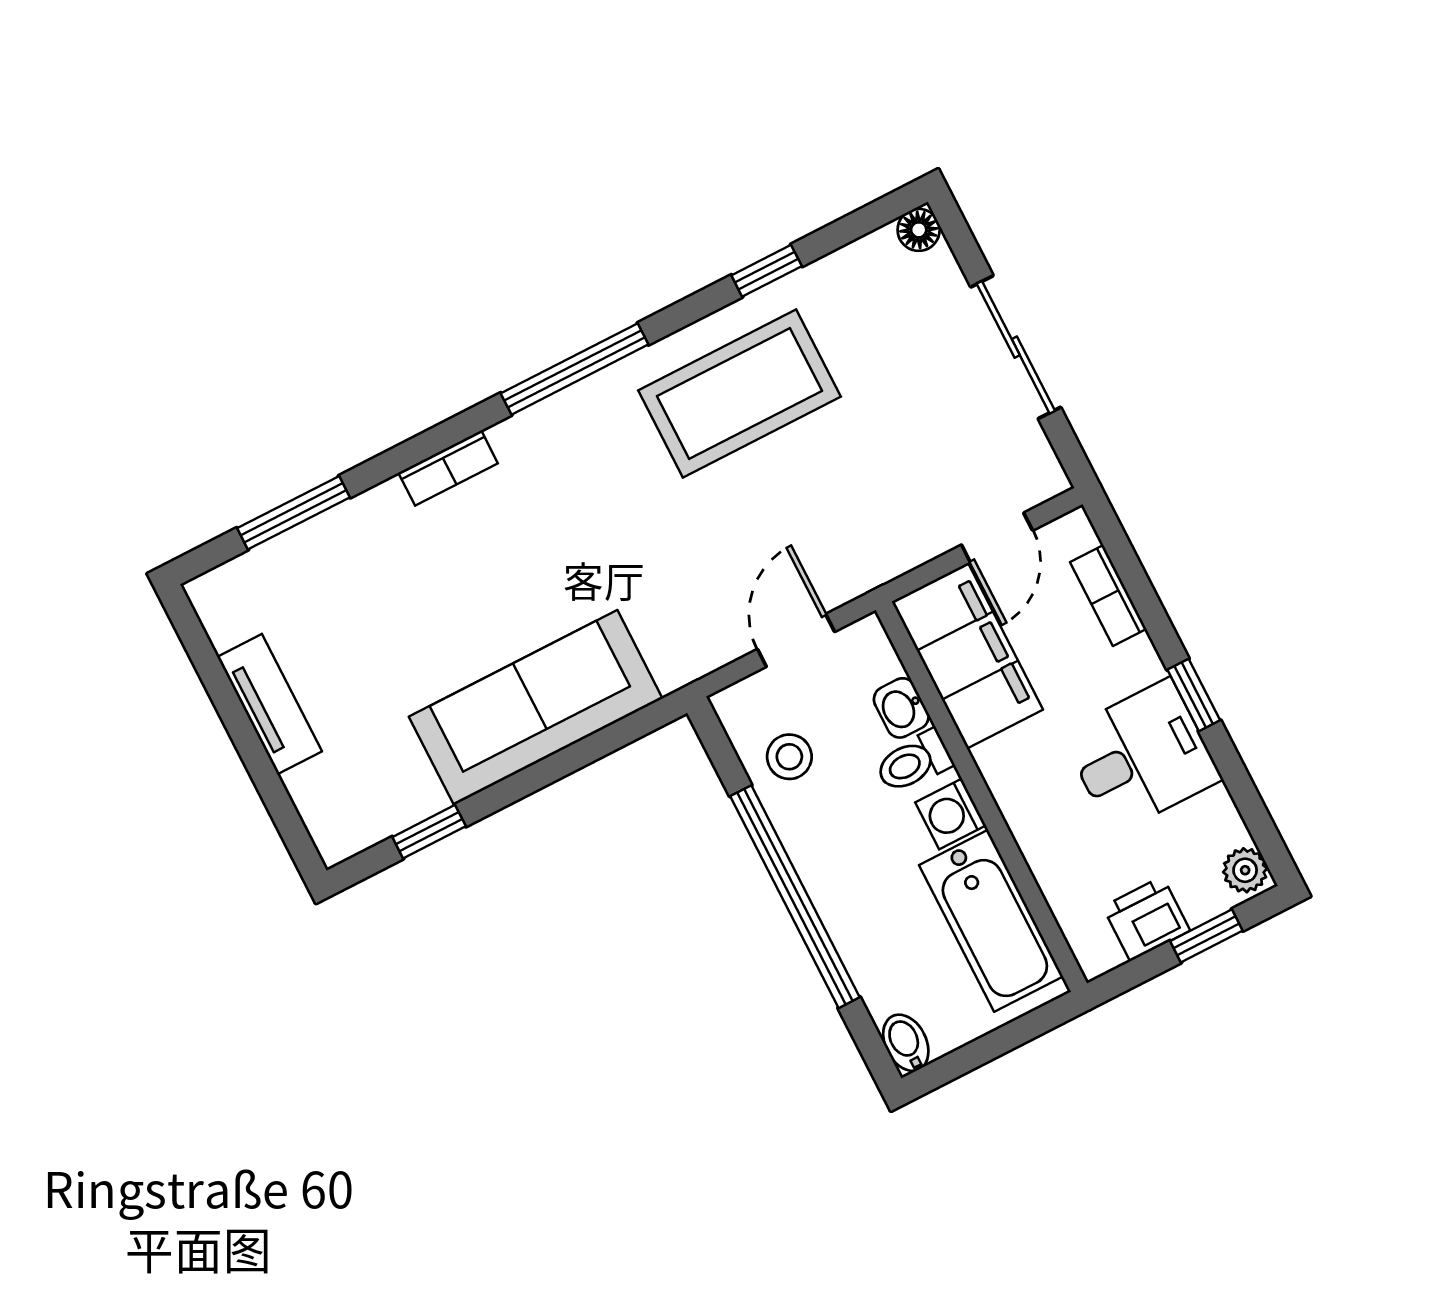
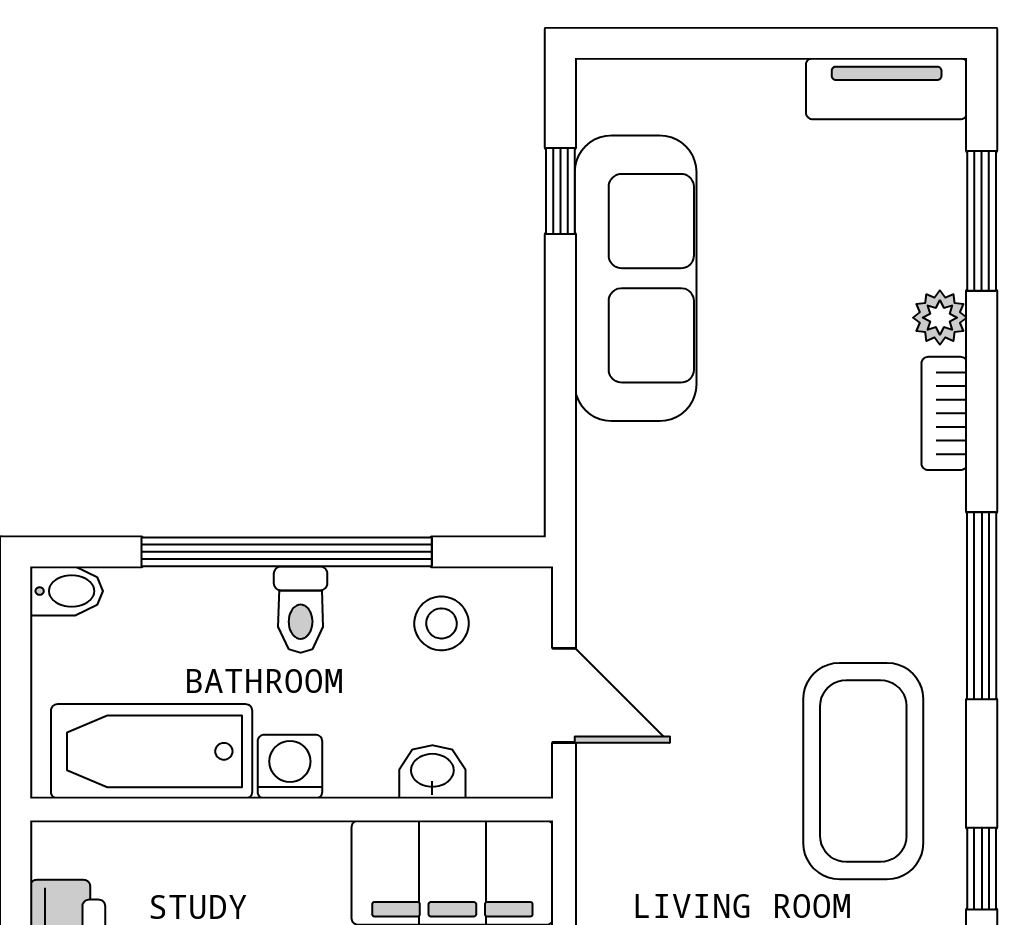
plant: (380, 507) -> (940, 318), added
tv unit: (270, 704) -> (887, 89), moved
sofa: (536, 708) -> (636, 278), moved
toilet: (914, 762) -> (301, 610), moved, turned 180

